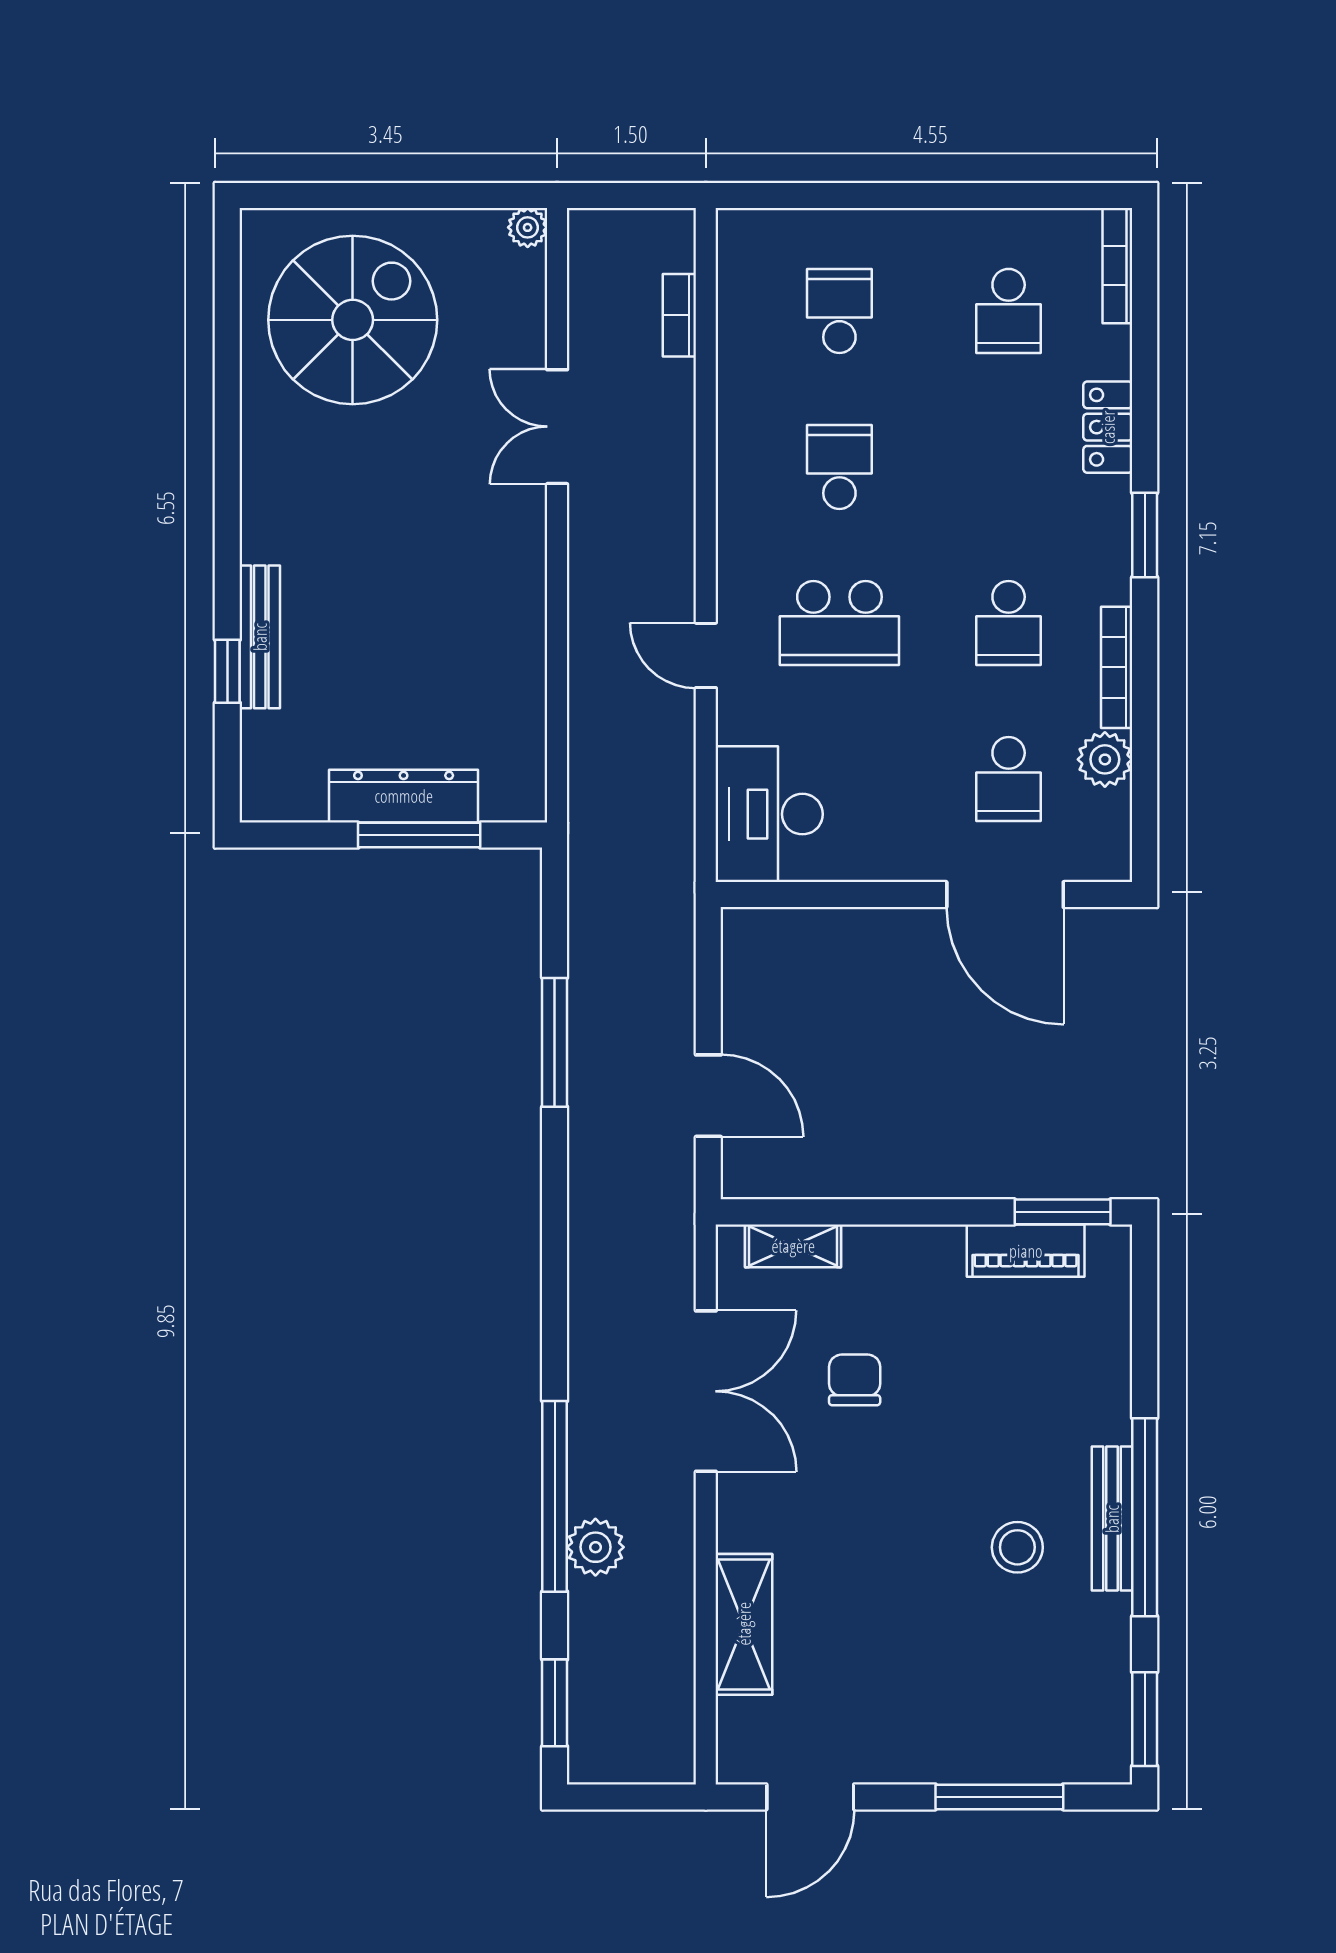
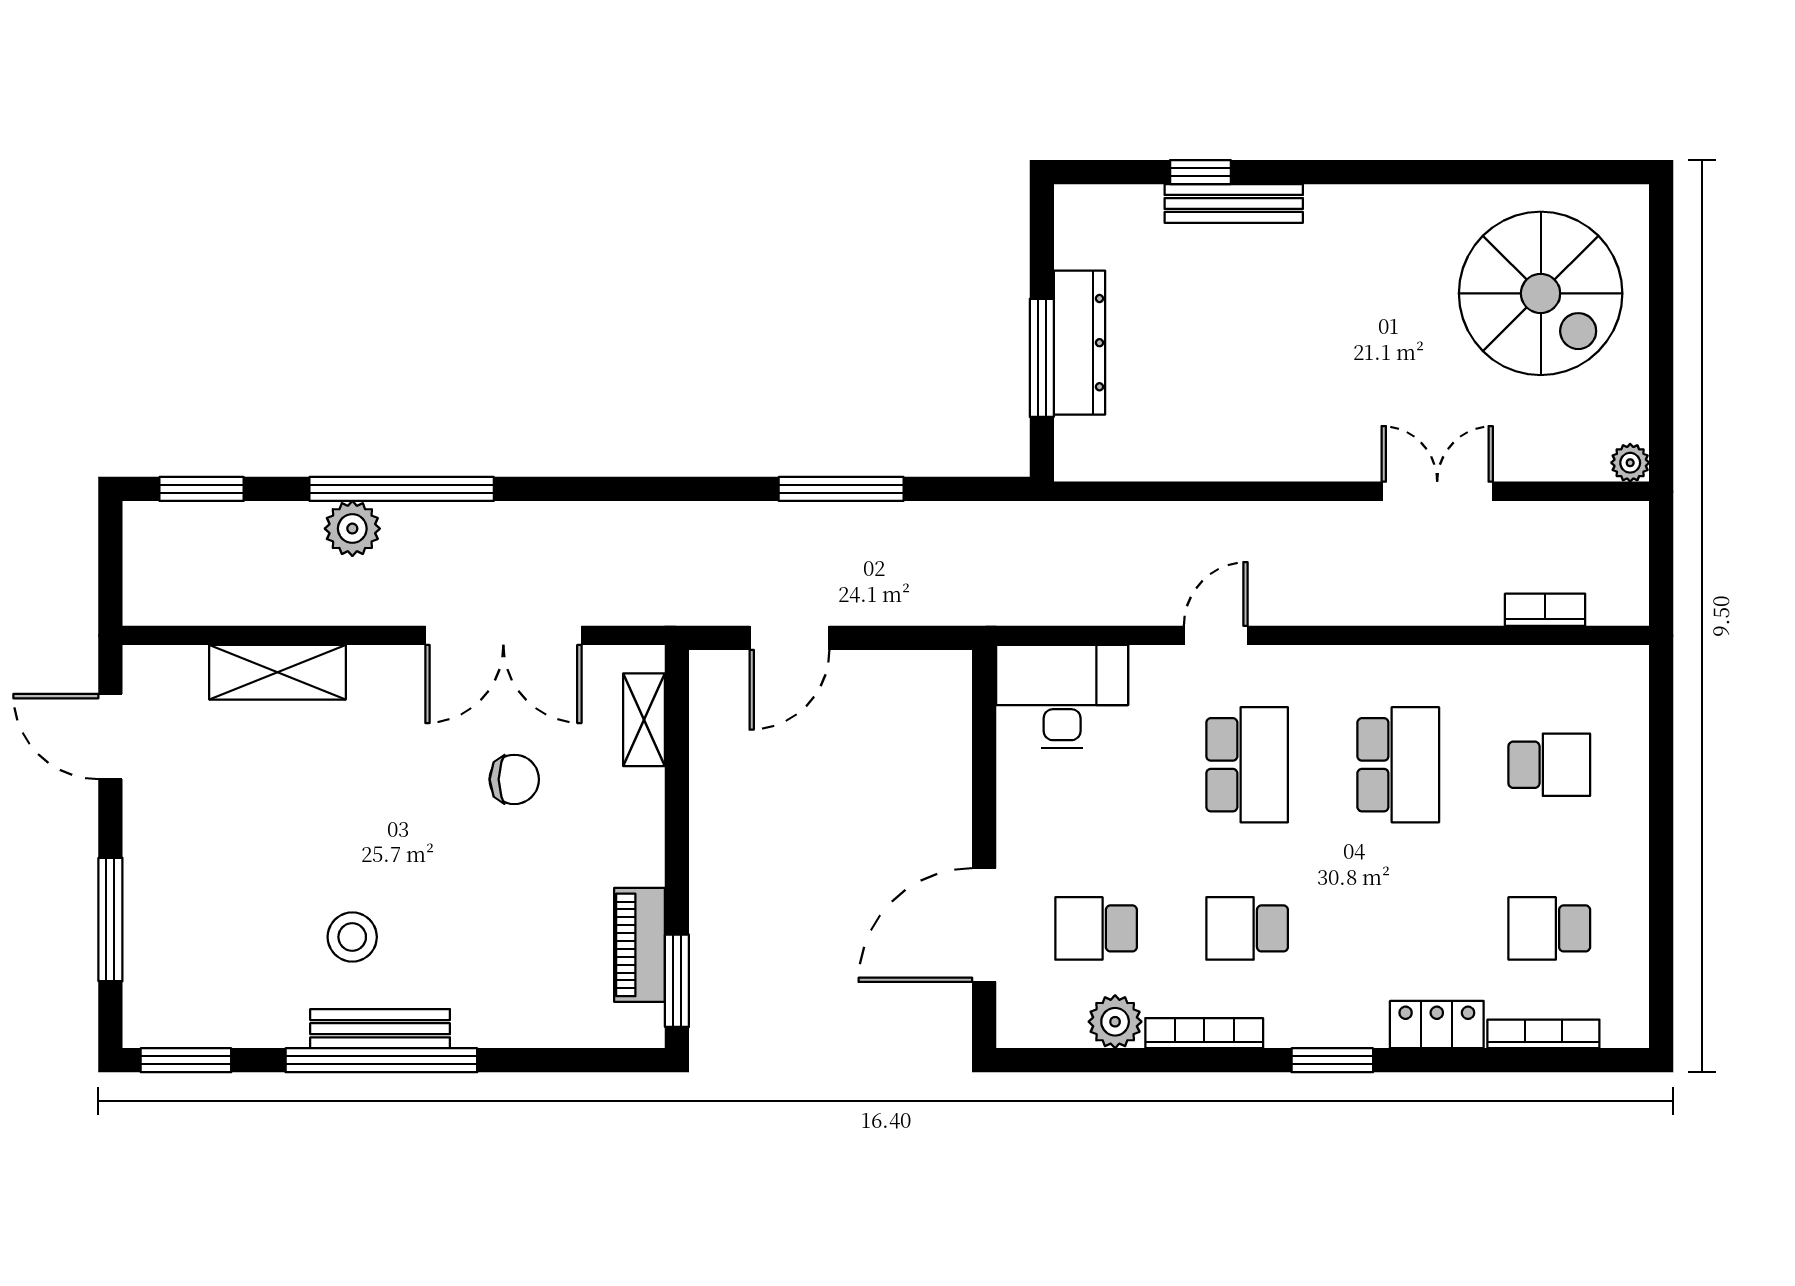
bookcase: (1117, 266) -> (1543, 1034), moved
school desk: (839, 467) -> (1398, 765), width x1.85
school desk: (839, 623) -> (1247, 765), turned 180

